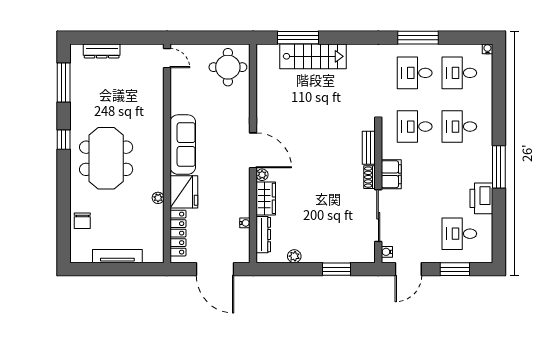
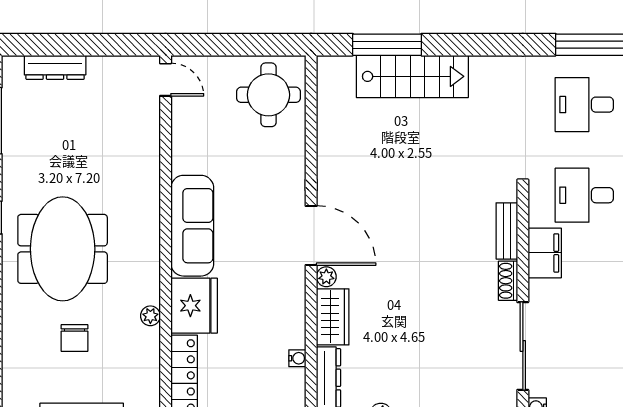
filing cabinet: (391, 174) -> (545, 253), moved
chair: (82, 221) -> (74, 338), moved

